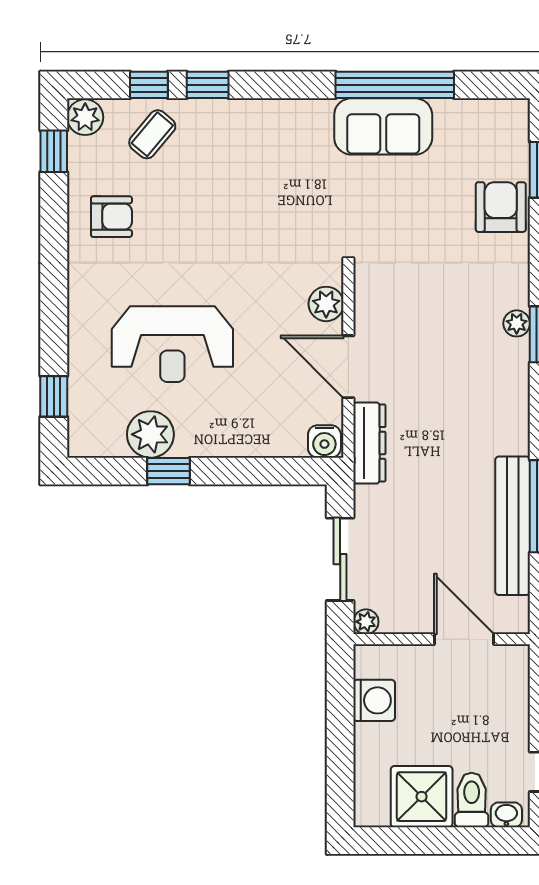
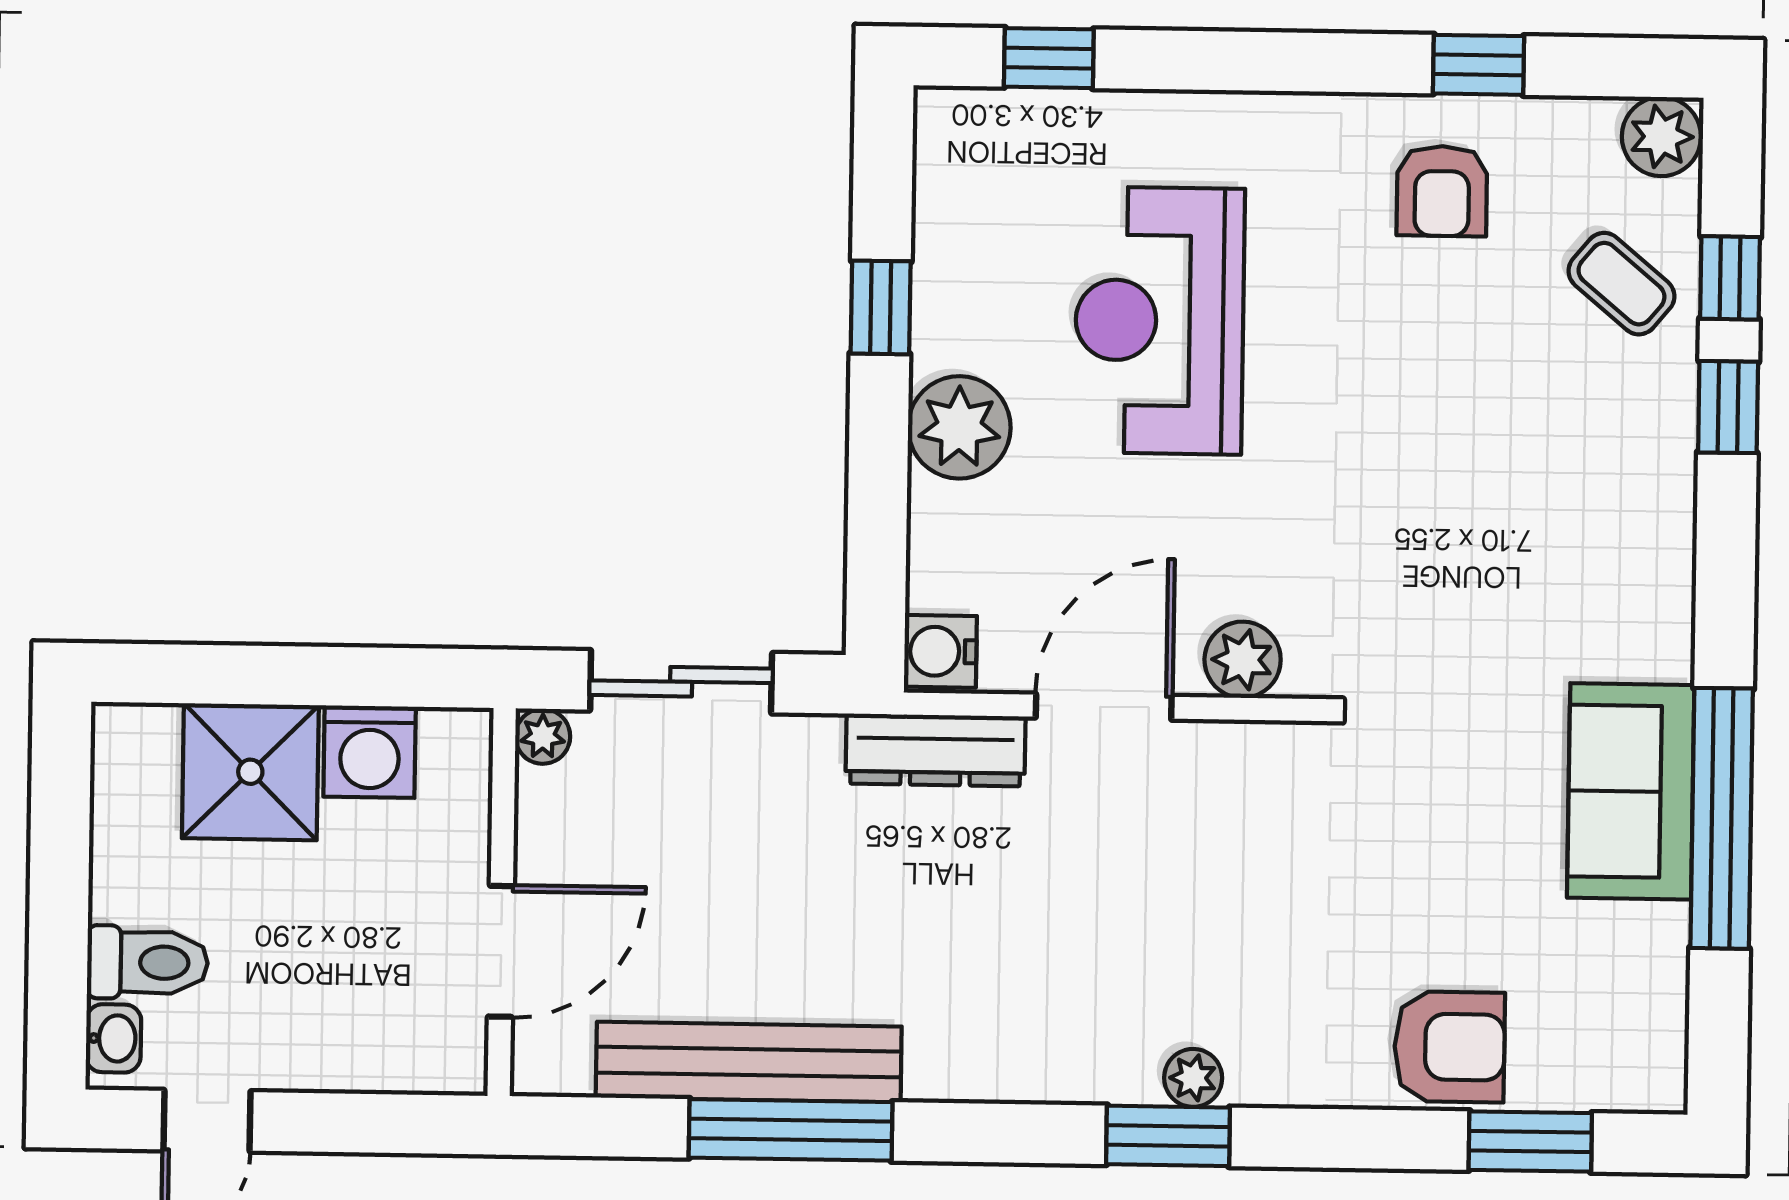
window: (54, 151) -> (1478, 65), moved
plant: (150, 434) -> (959, 427), moved
shower: (422, 797) -> (250, 772), moved

